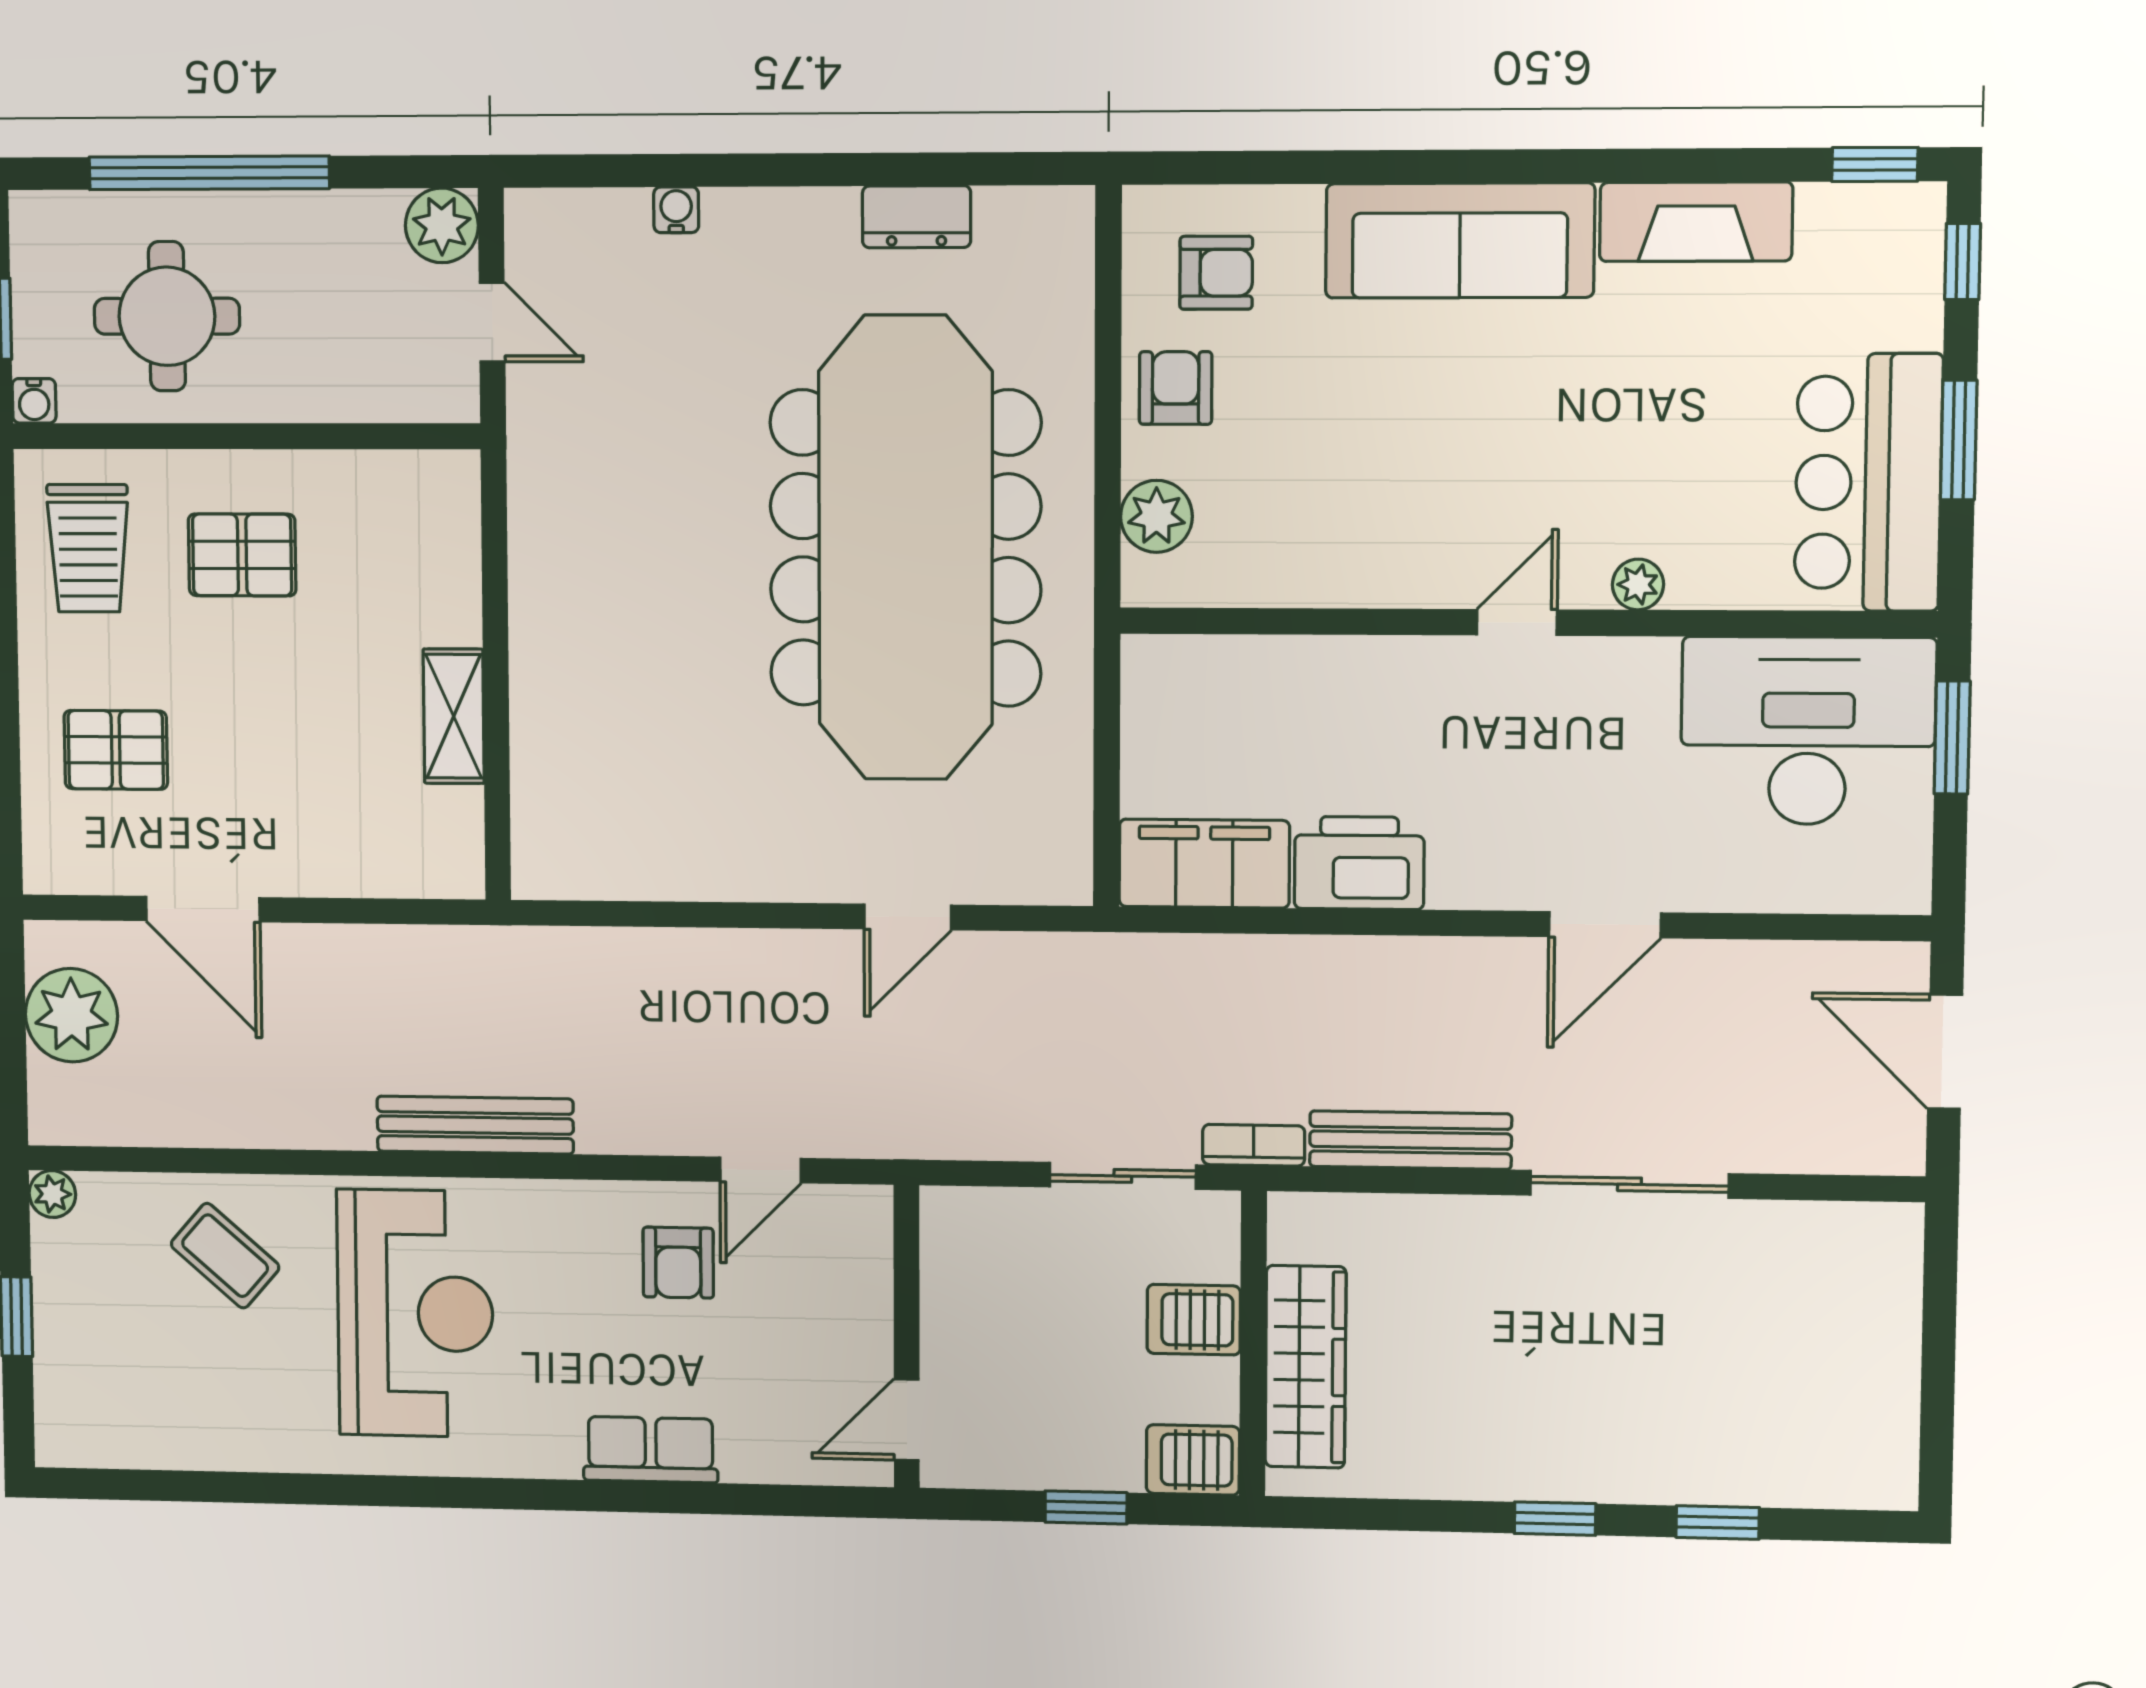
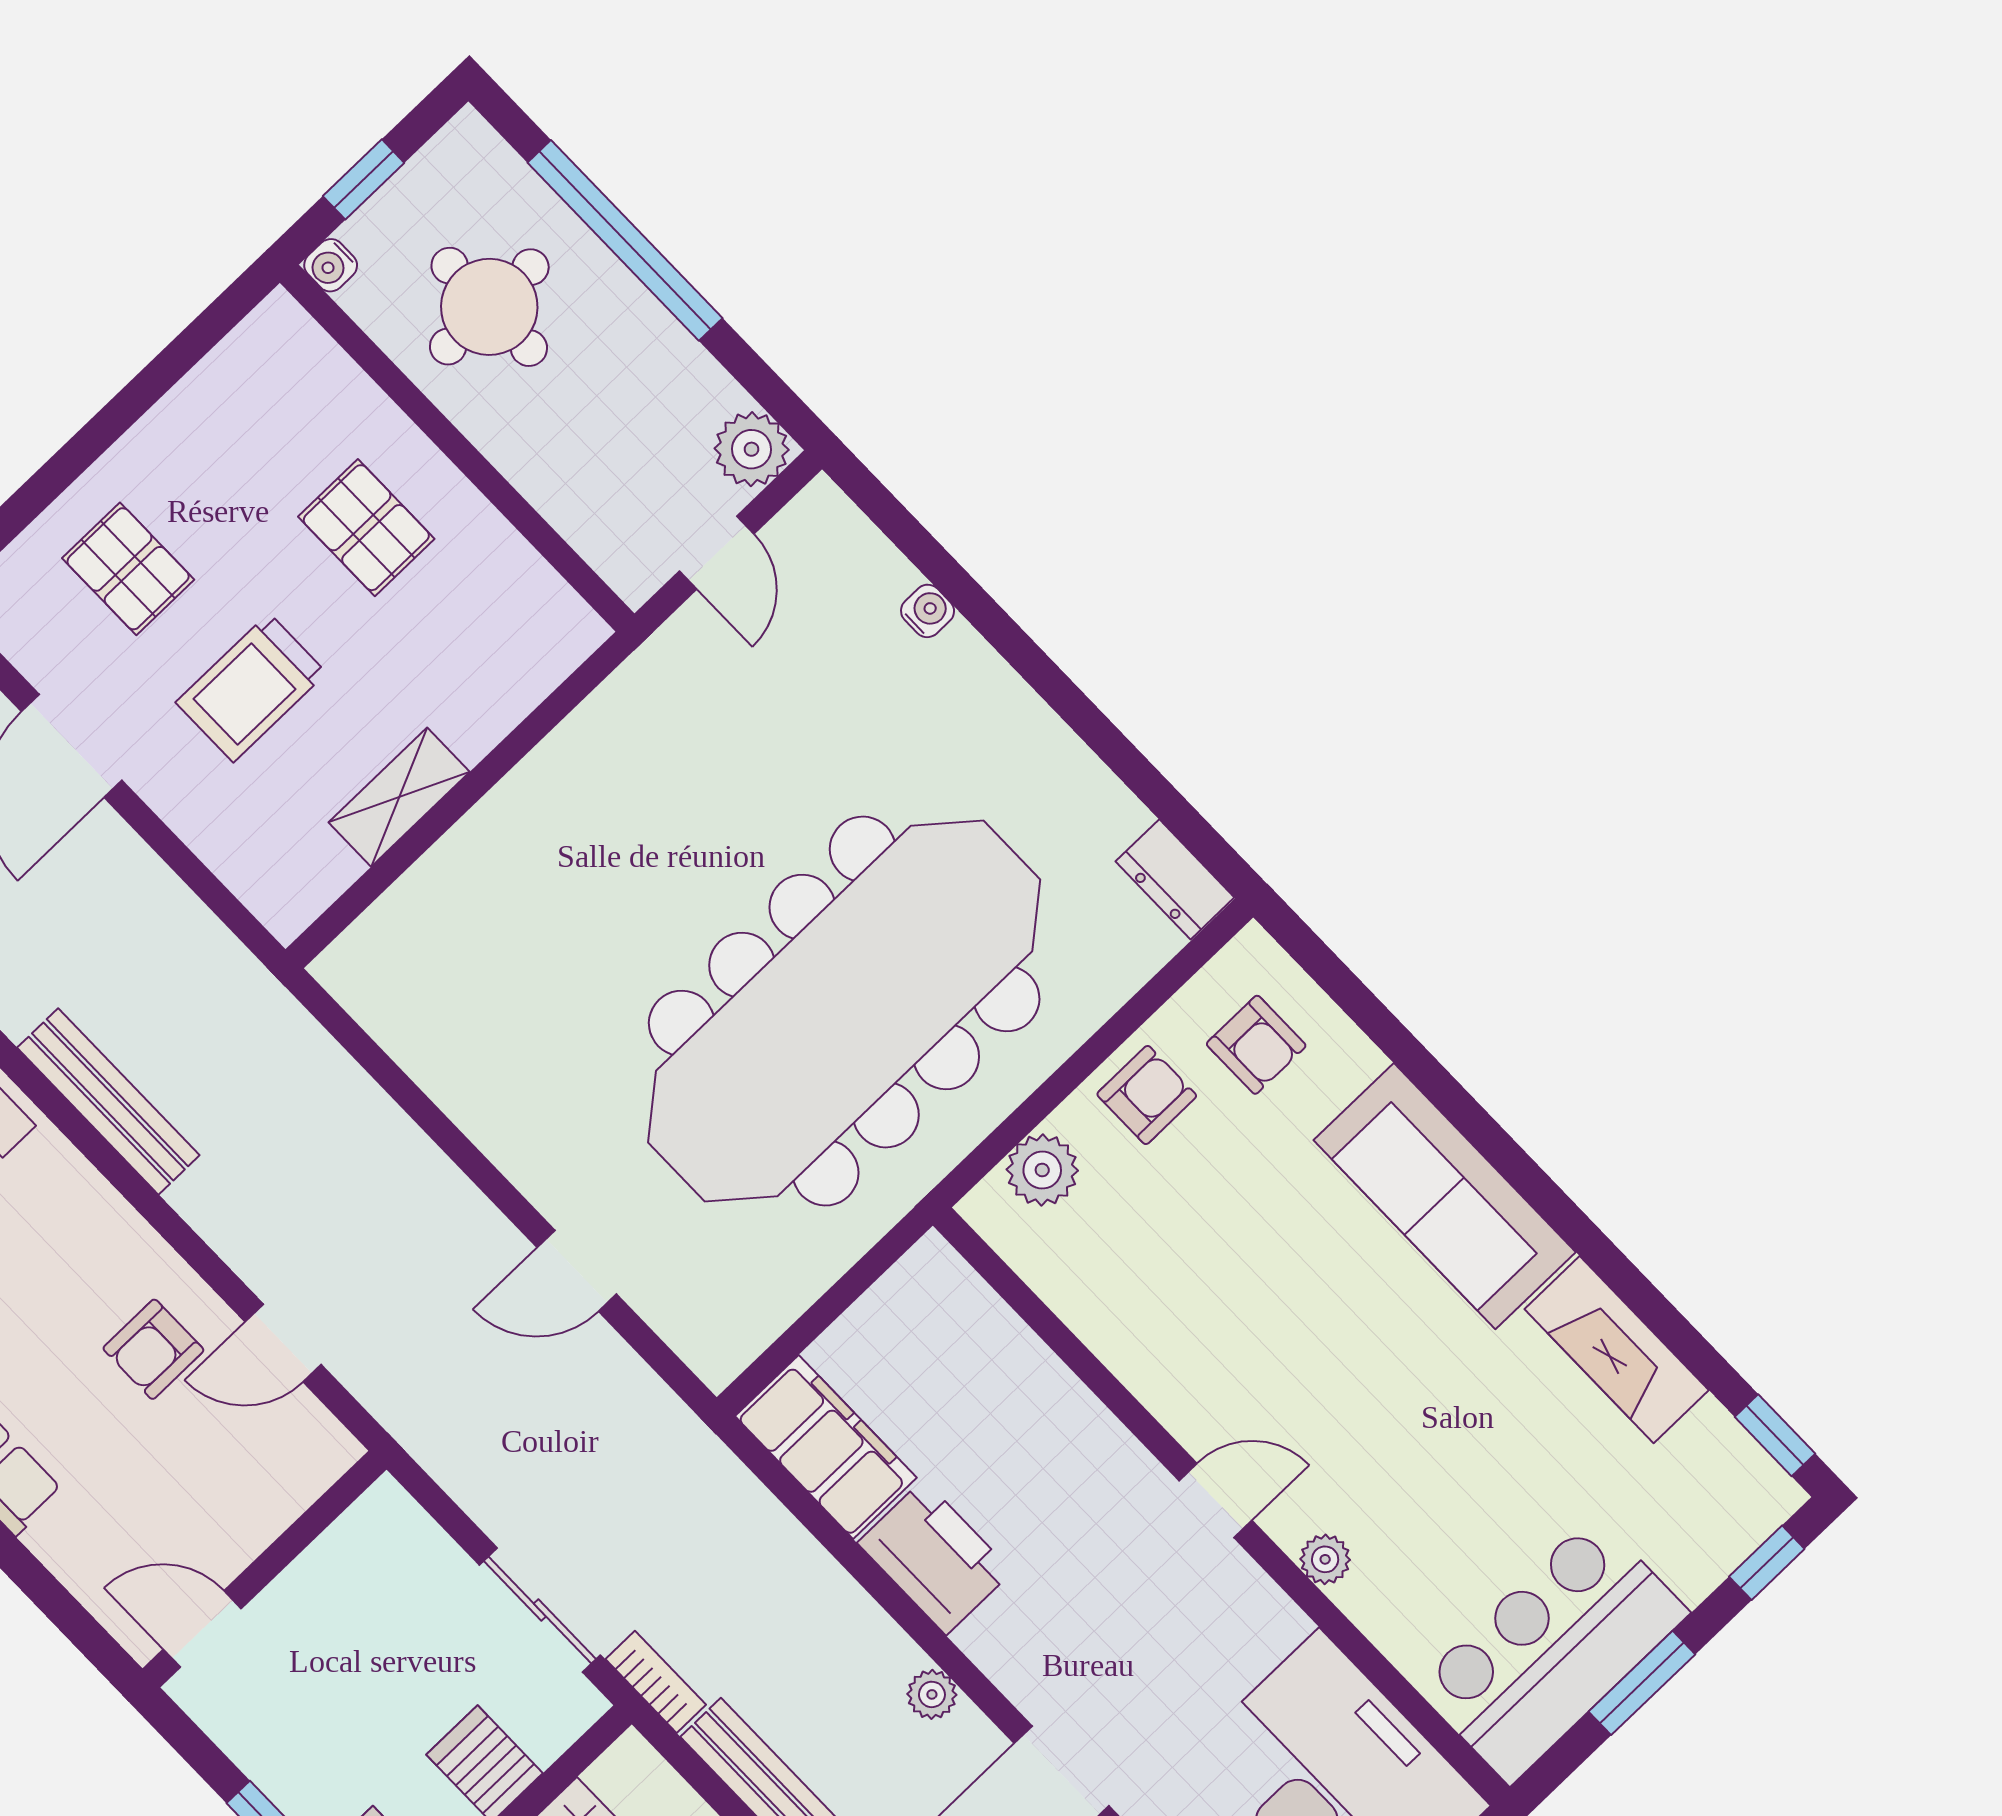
dresser: (917, 217) -> (1175, 879), moved
trolley: (88, 548) -> (251, 688), moved
plant: (1456, 961) -> (932, 1694), added

